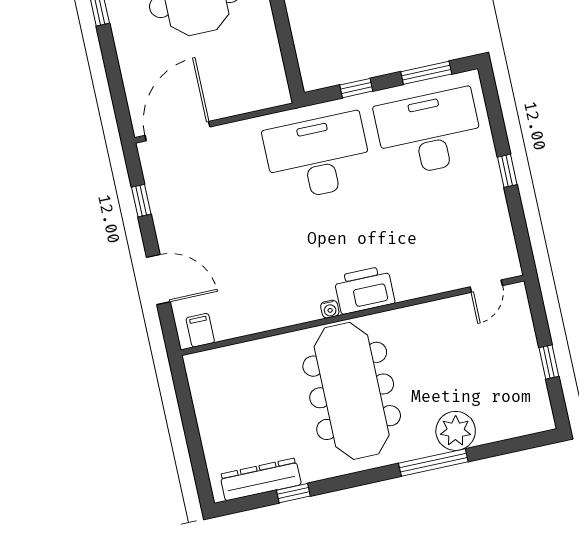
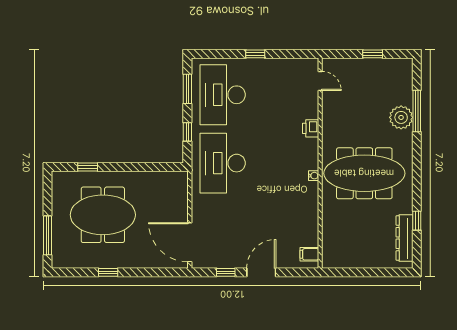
door: (158, 280) -> (261, 272), moved
printer: (364, 290) -> (311, 128), moved, width x0.53, depth x0.68
window: (433, 463) -> (417, 111), moved

